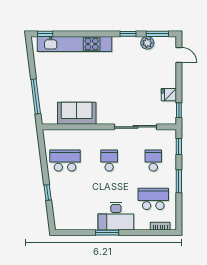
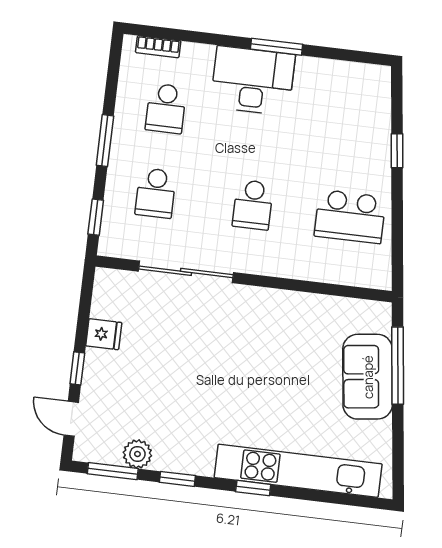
window: (45, 34) -> (253, 488), moved
window: (179, 110) -> (77, 368), moved
sofa: (77, 113) -> (368, 377), moved, turned 83
school desk: (153, 199) -> (166, 108), width x0.54

